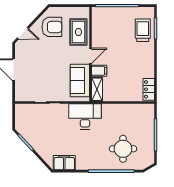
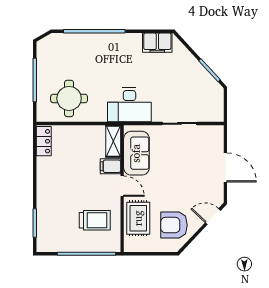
trolley: (143, 30) -> (95, 220), moved, turned -90
door: (90, 56) -> (122, 186), swing flipped
round table: (123, 149) -> (69, 98), moved

